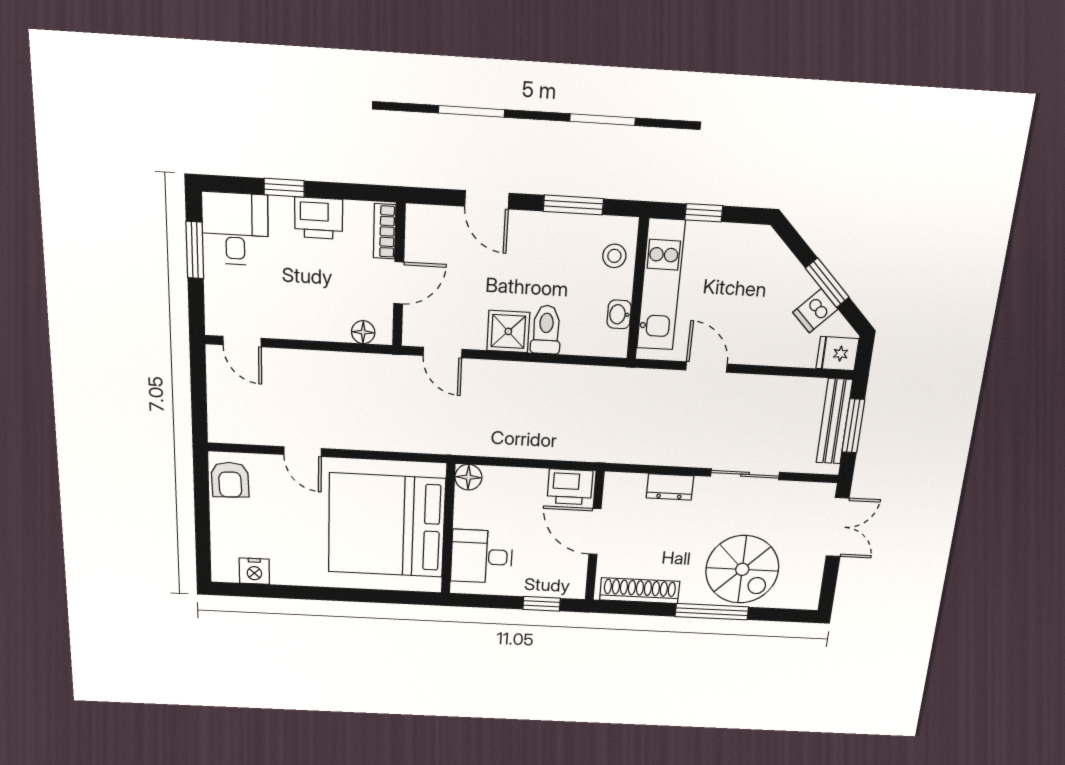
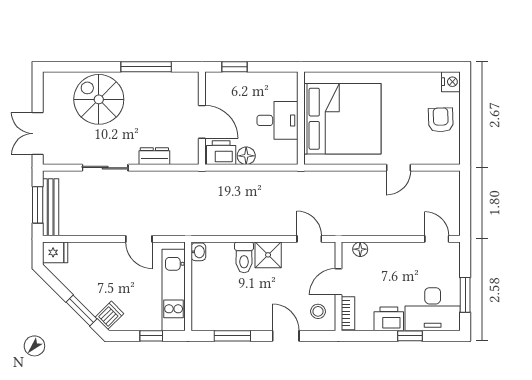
desk: (235, 229) -> (433, 309), width x1.37
stool: (614, 256) -> (318, 311), moved
window: (827, 283) -> (81, 310), moved
dishwasher: (815, 311) -> (110, 315), moved
washbasin: (619, 314) -> (198, 252), moved
door: (303, 452) -> (398, 168), swing flipped
floor lamp: (468, 477) -> (246, 156), moved
armchair: (230, 480) -> (441, 120), moved
desk: (482, 557) -> (277, 120), moved
nightstand: (254, 571) -> (451, 82), moved, turned 90
shoe rack: (640, 591) -> (168, 80), removed
window: (712, 612) -> (146, 67), moved

